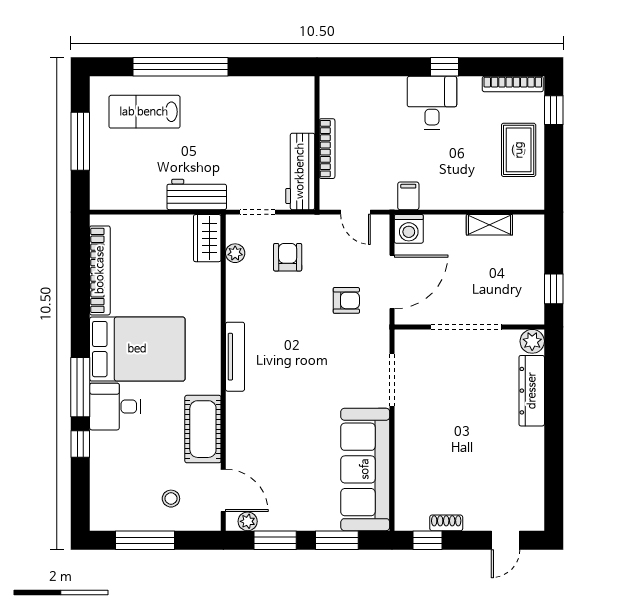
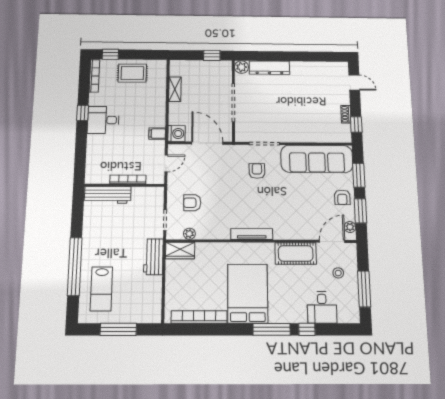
workbench: (300, 171) -> (108, 195), moved
armchair: (346, 300) -> (257, 171), moved
desk: (115, 407) -> (322, 307), moved
armchair: (298, 510) -> (342, 197), added

